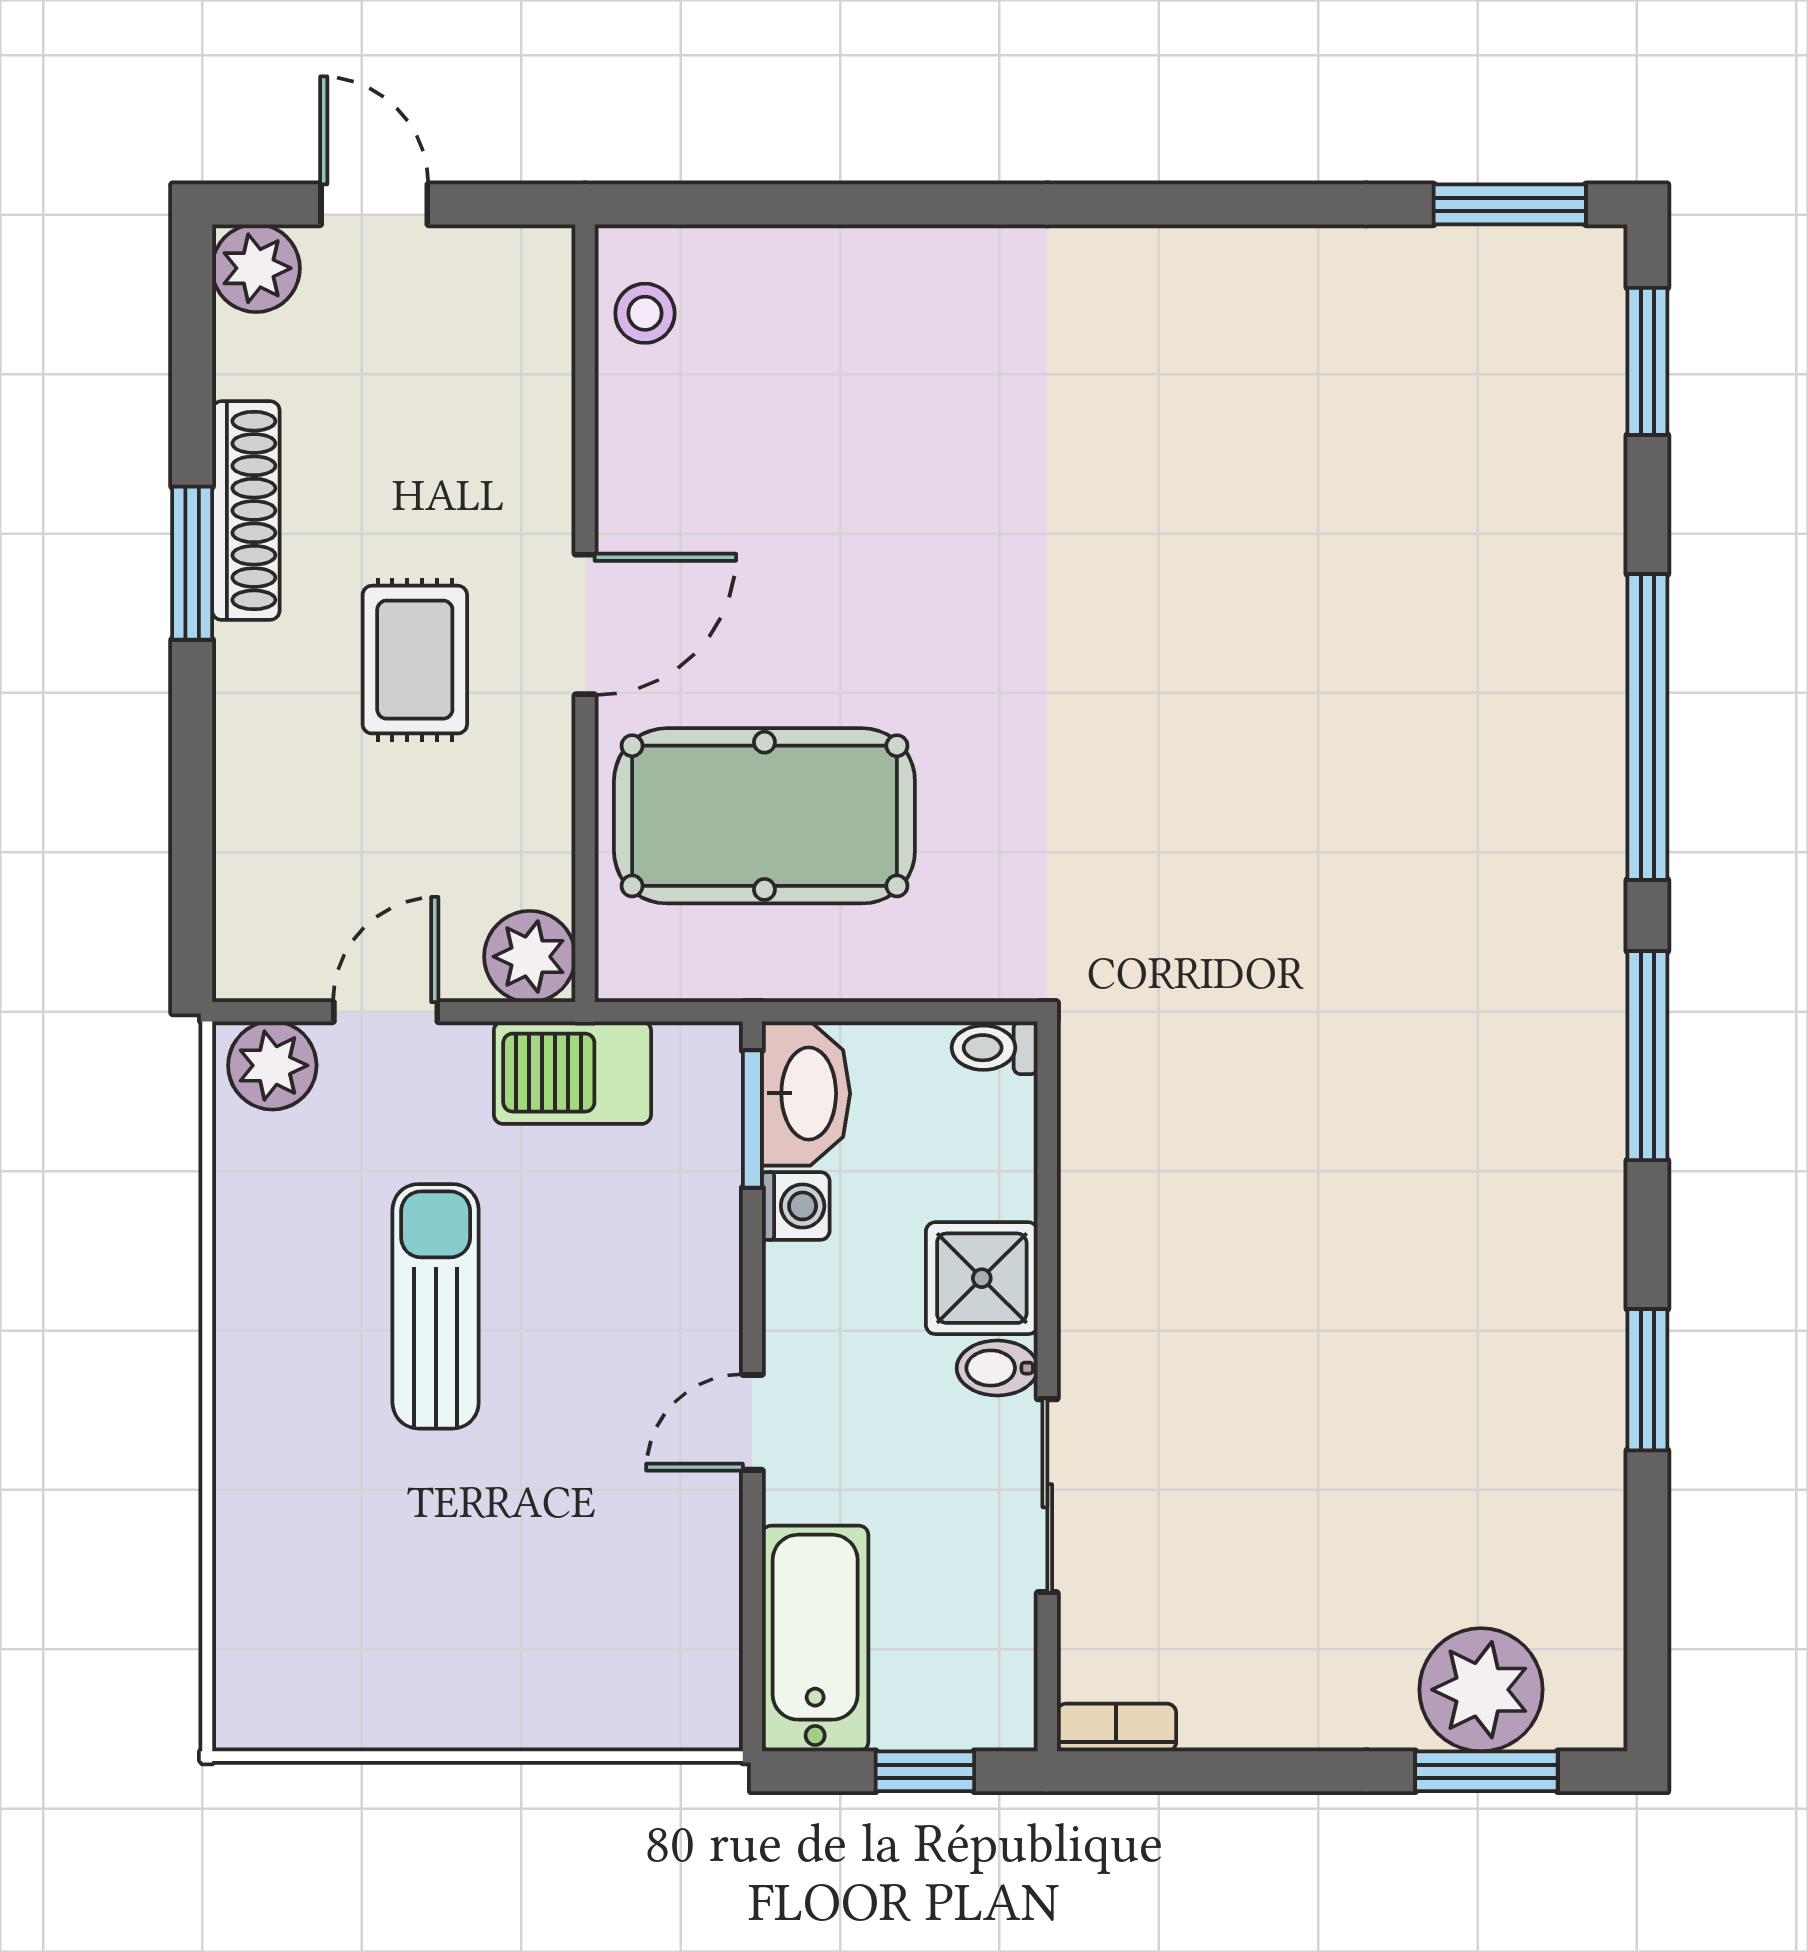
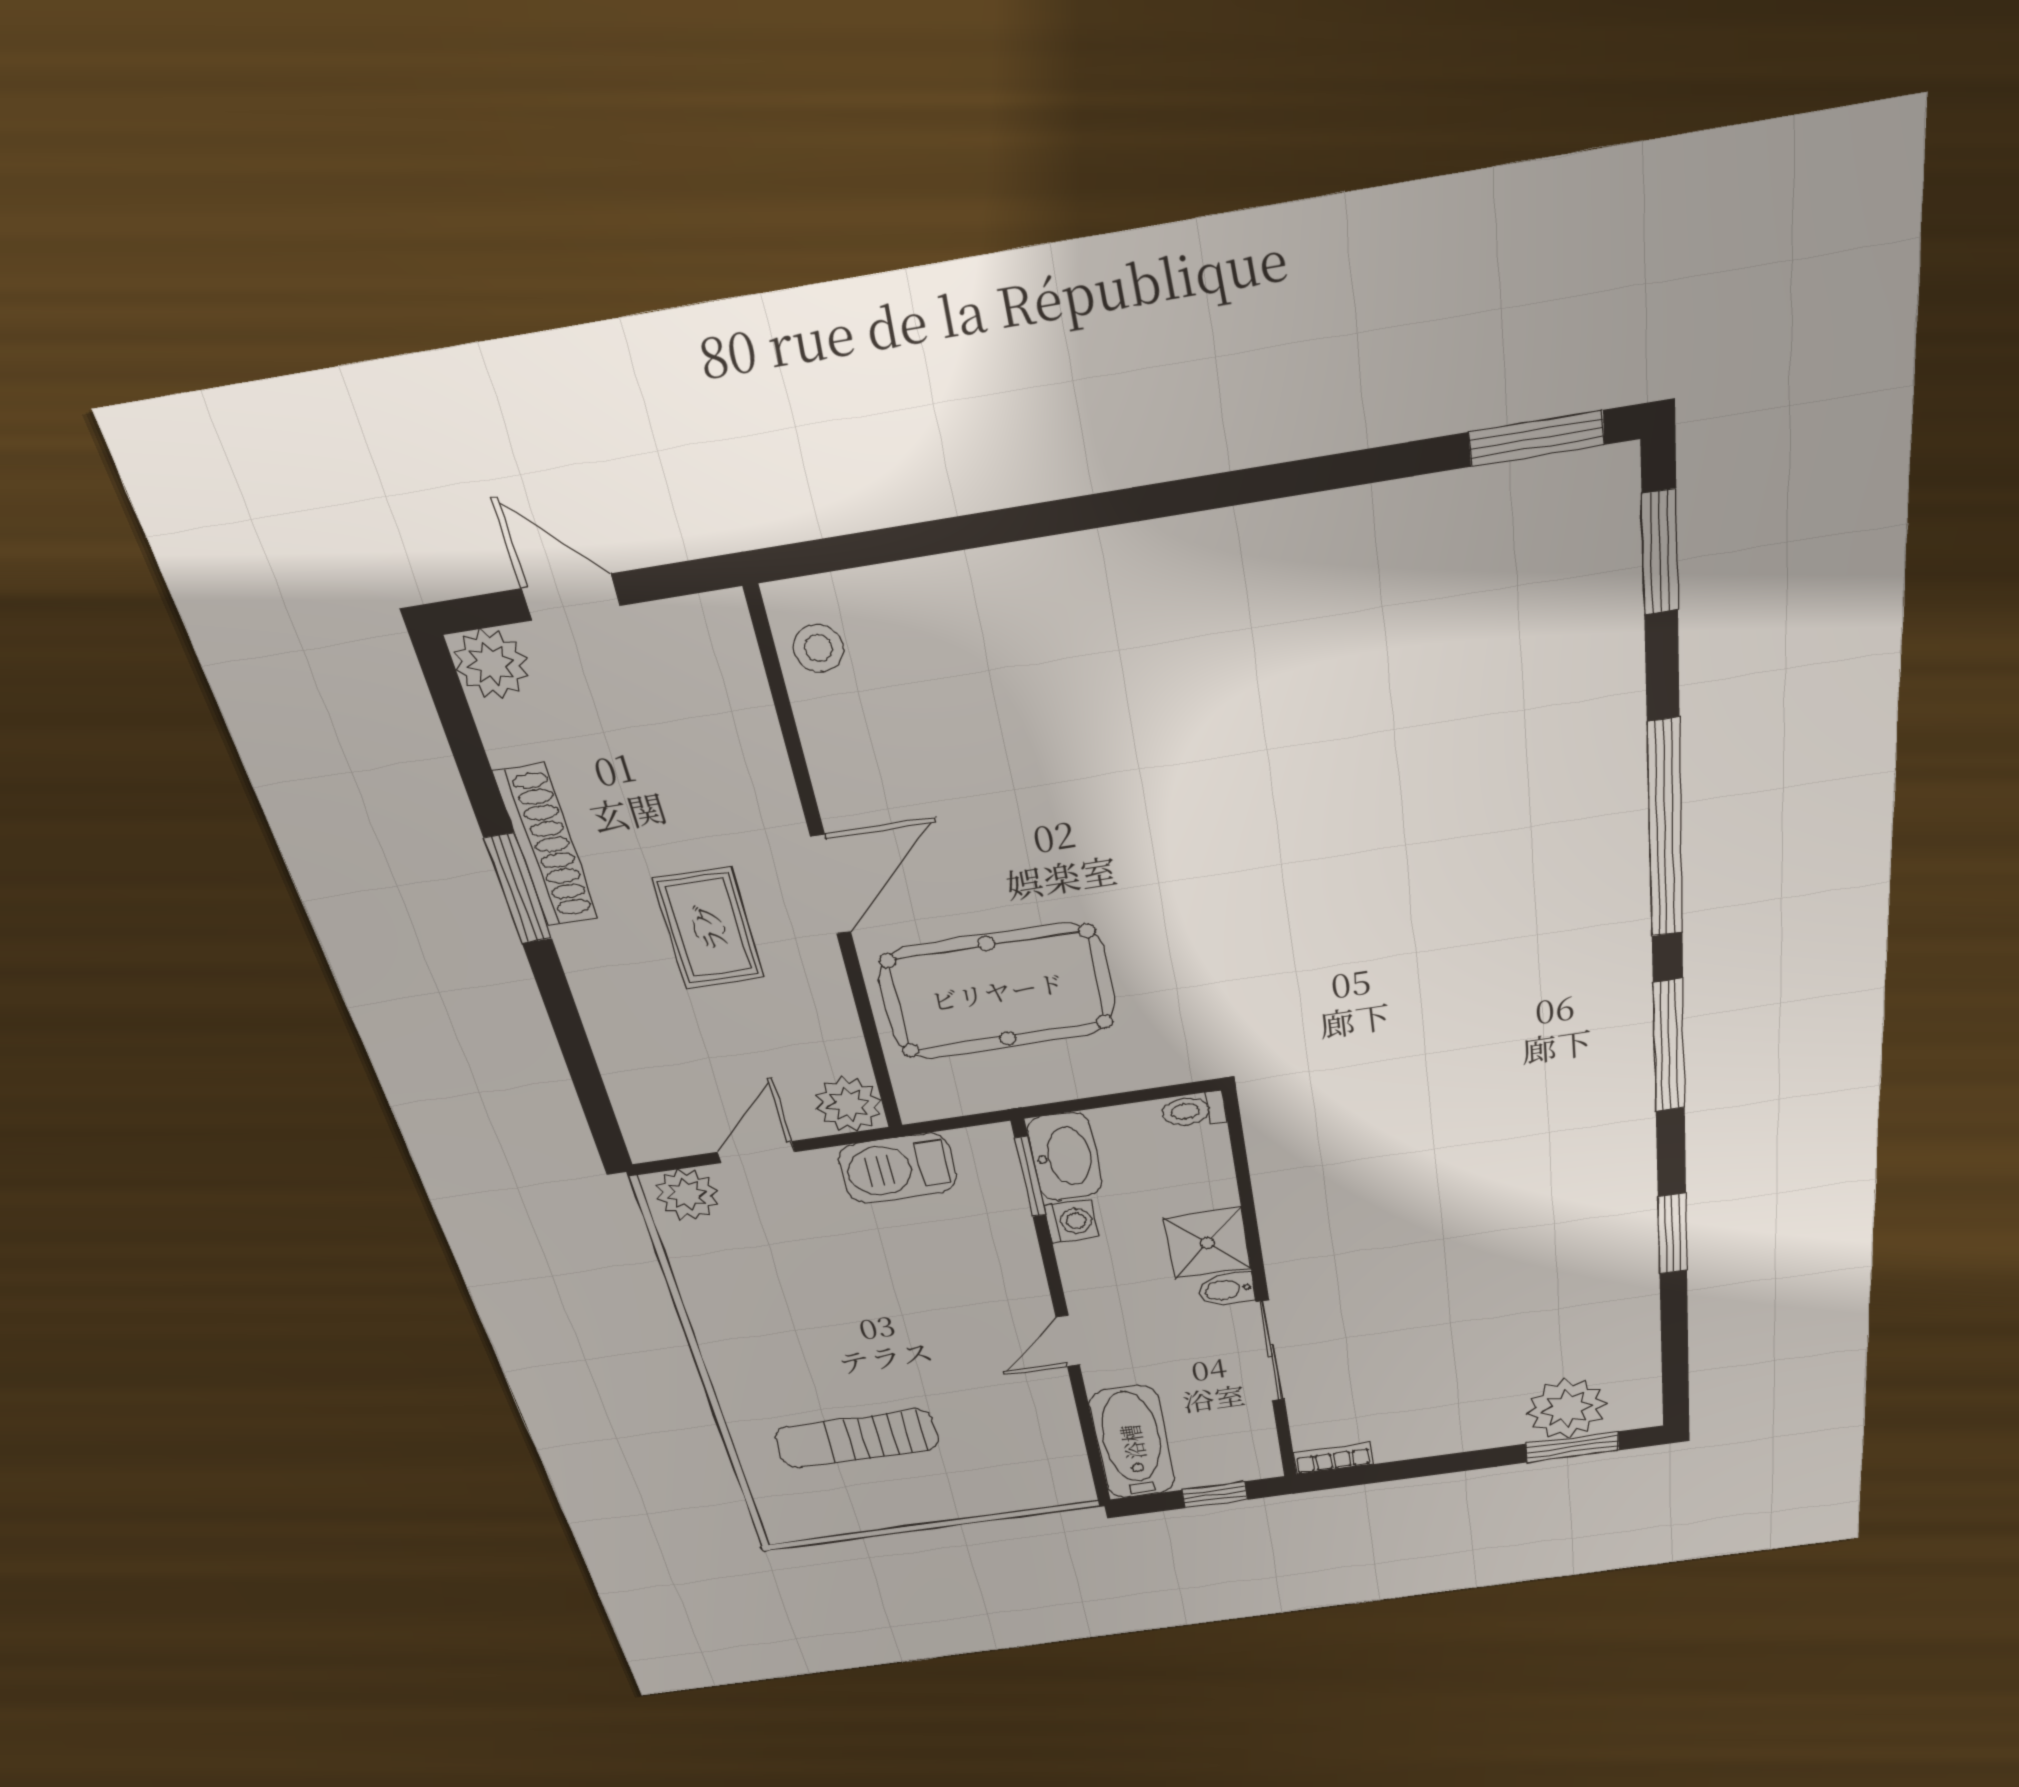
sun lounger: (436, 1306) -> (857, 1439), moved, turned -90

